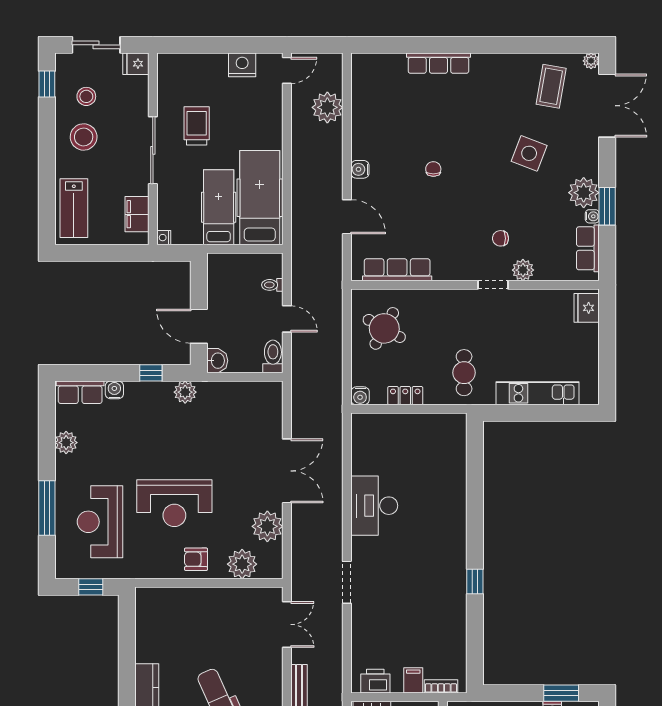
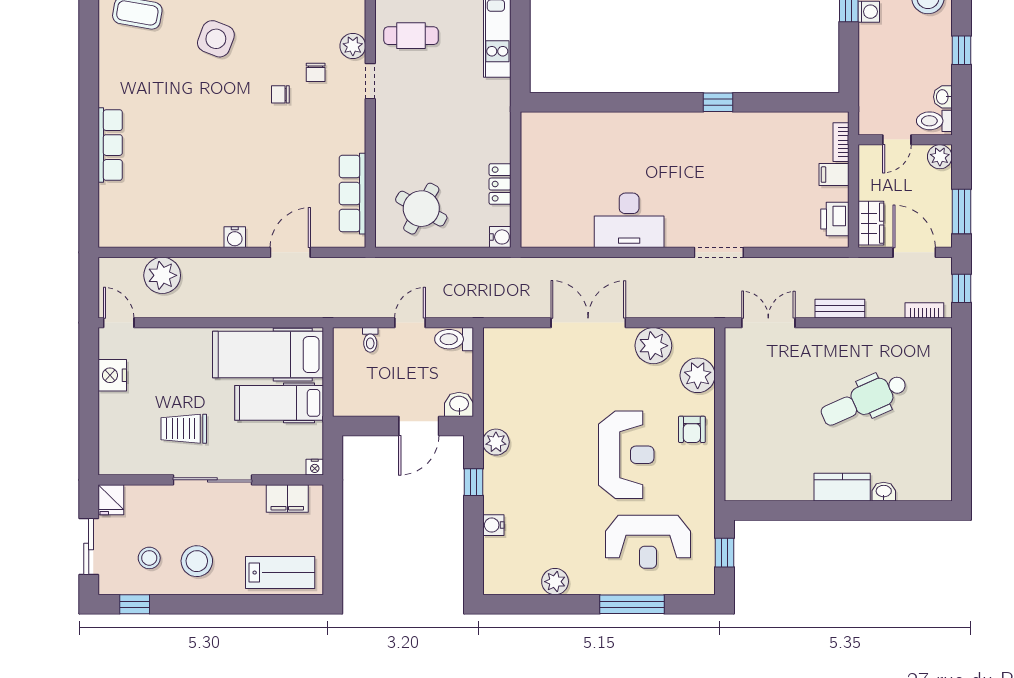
chair: (433, 169) -> (280, 94), moved
cafe table: (464, 373) -> (411, 36), moved
row of seats: (80, 392) -> (496, 565), removed

